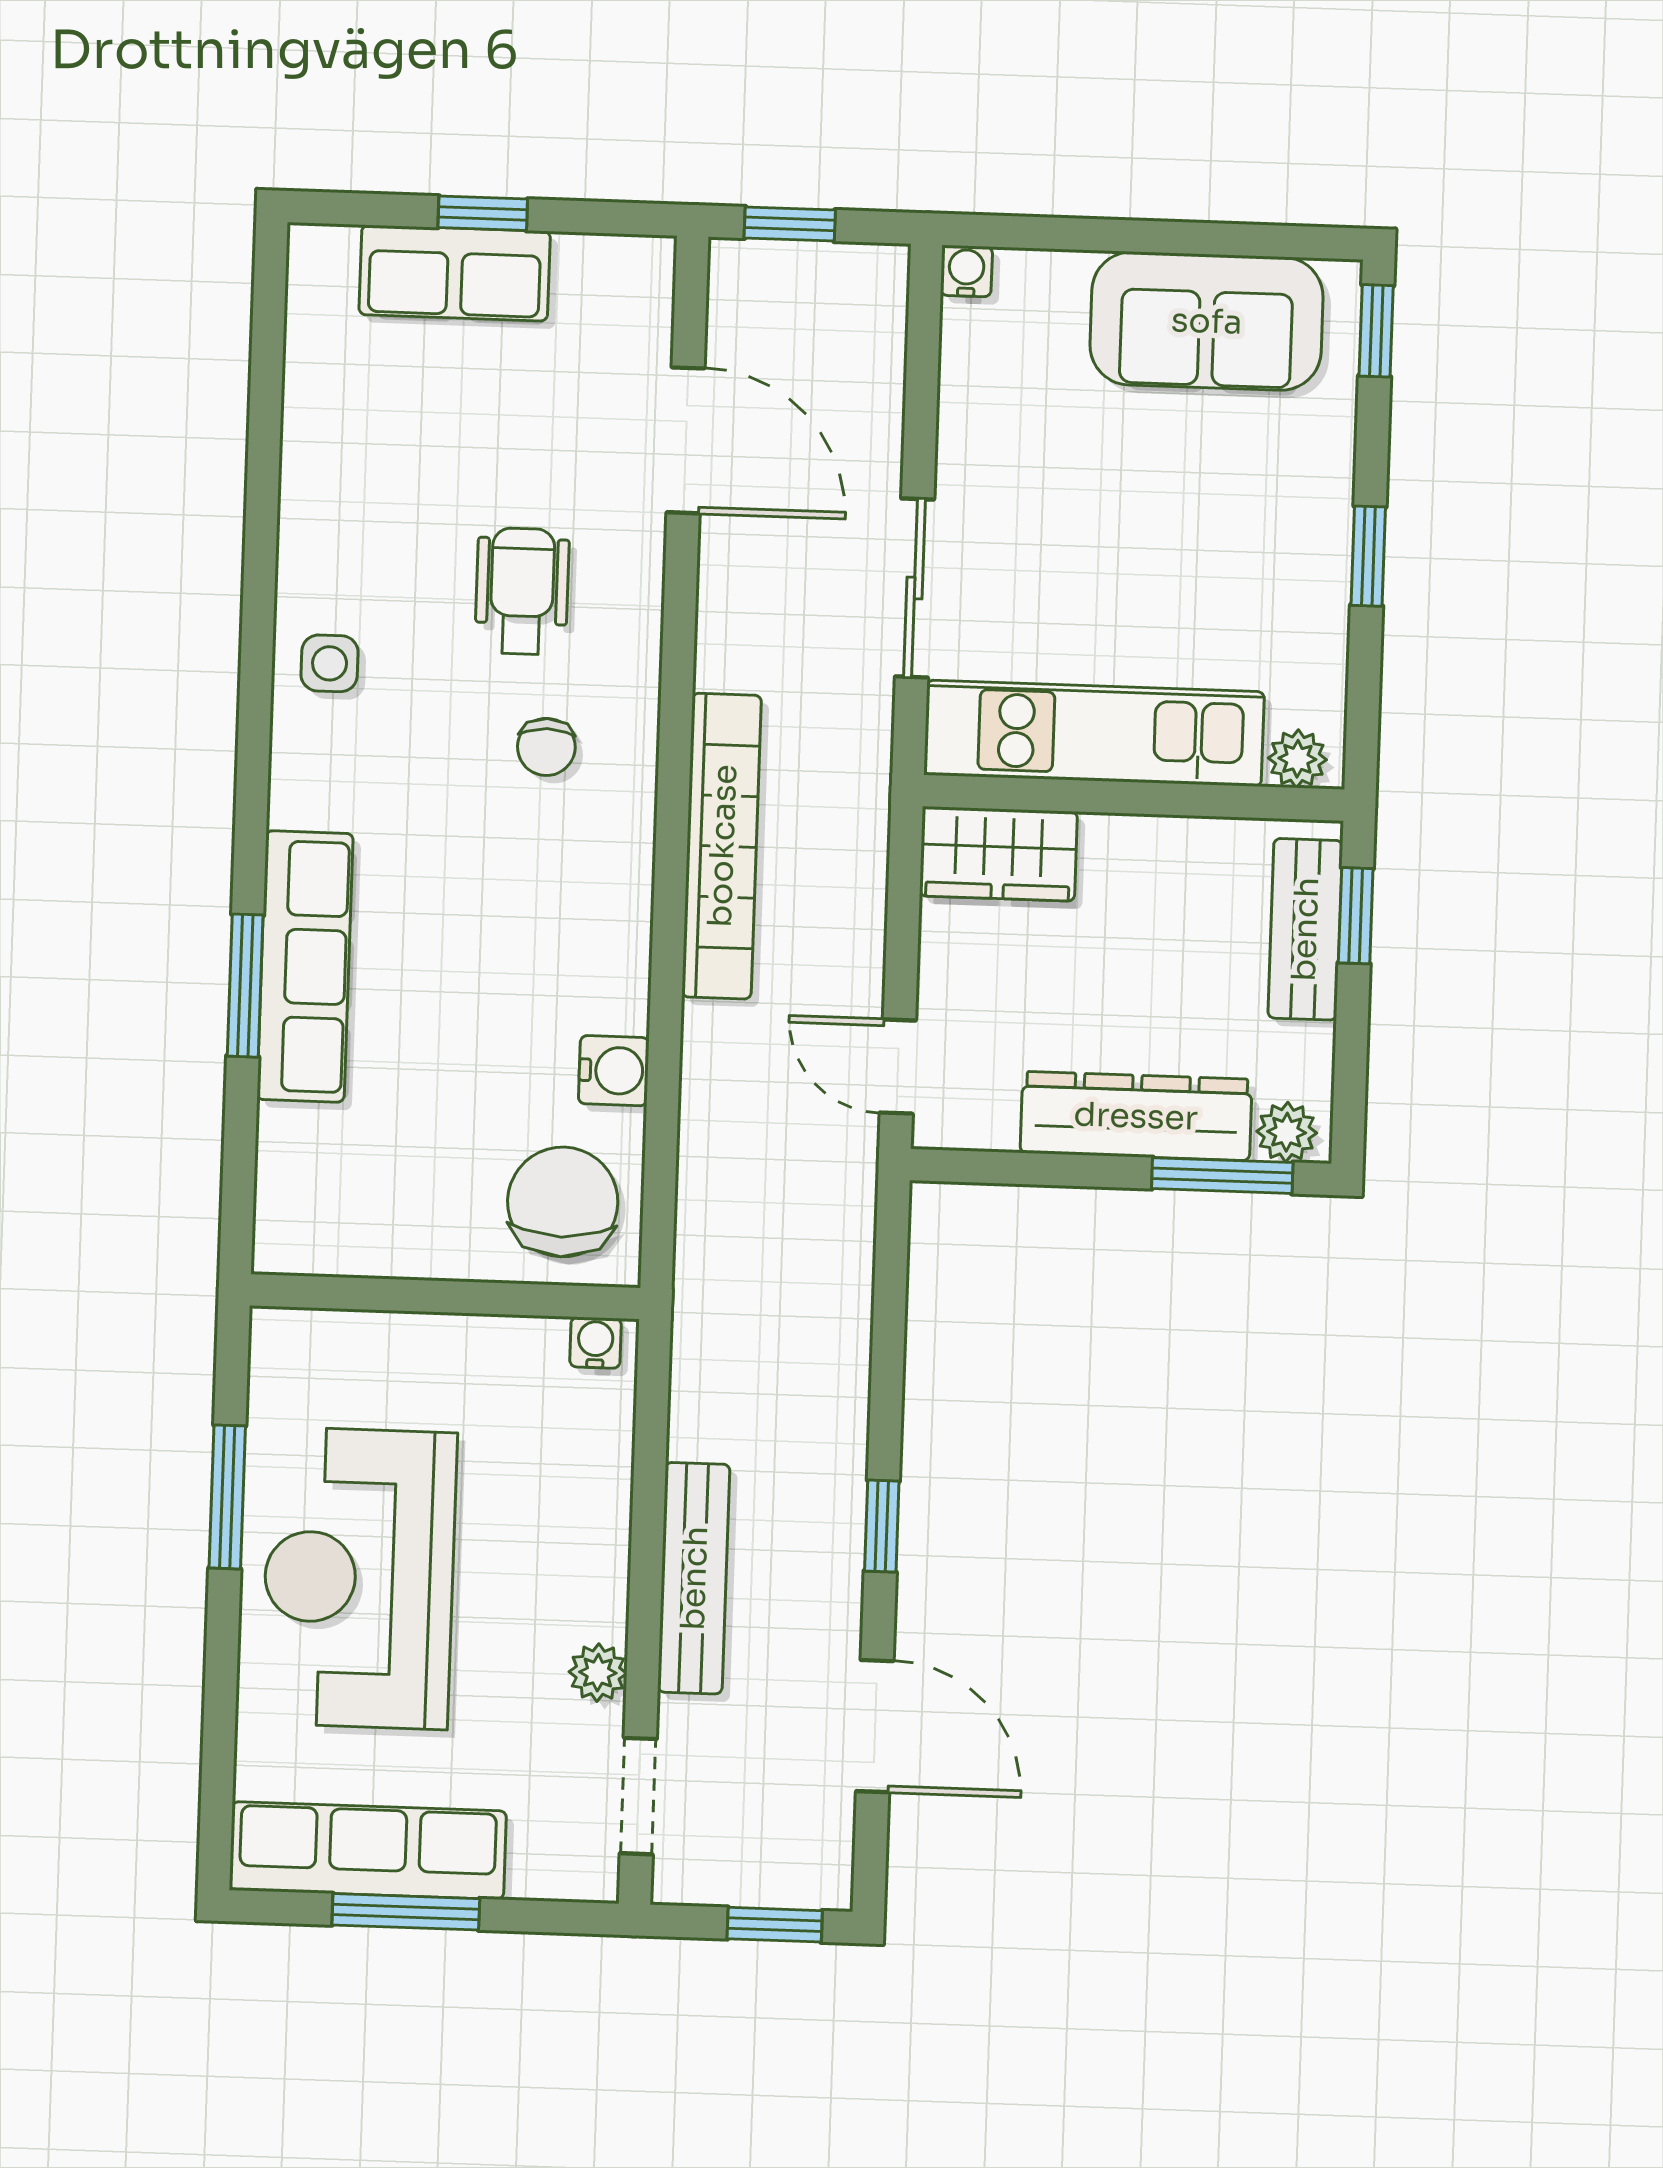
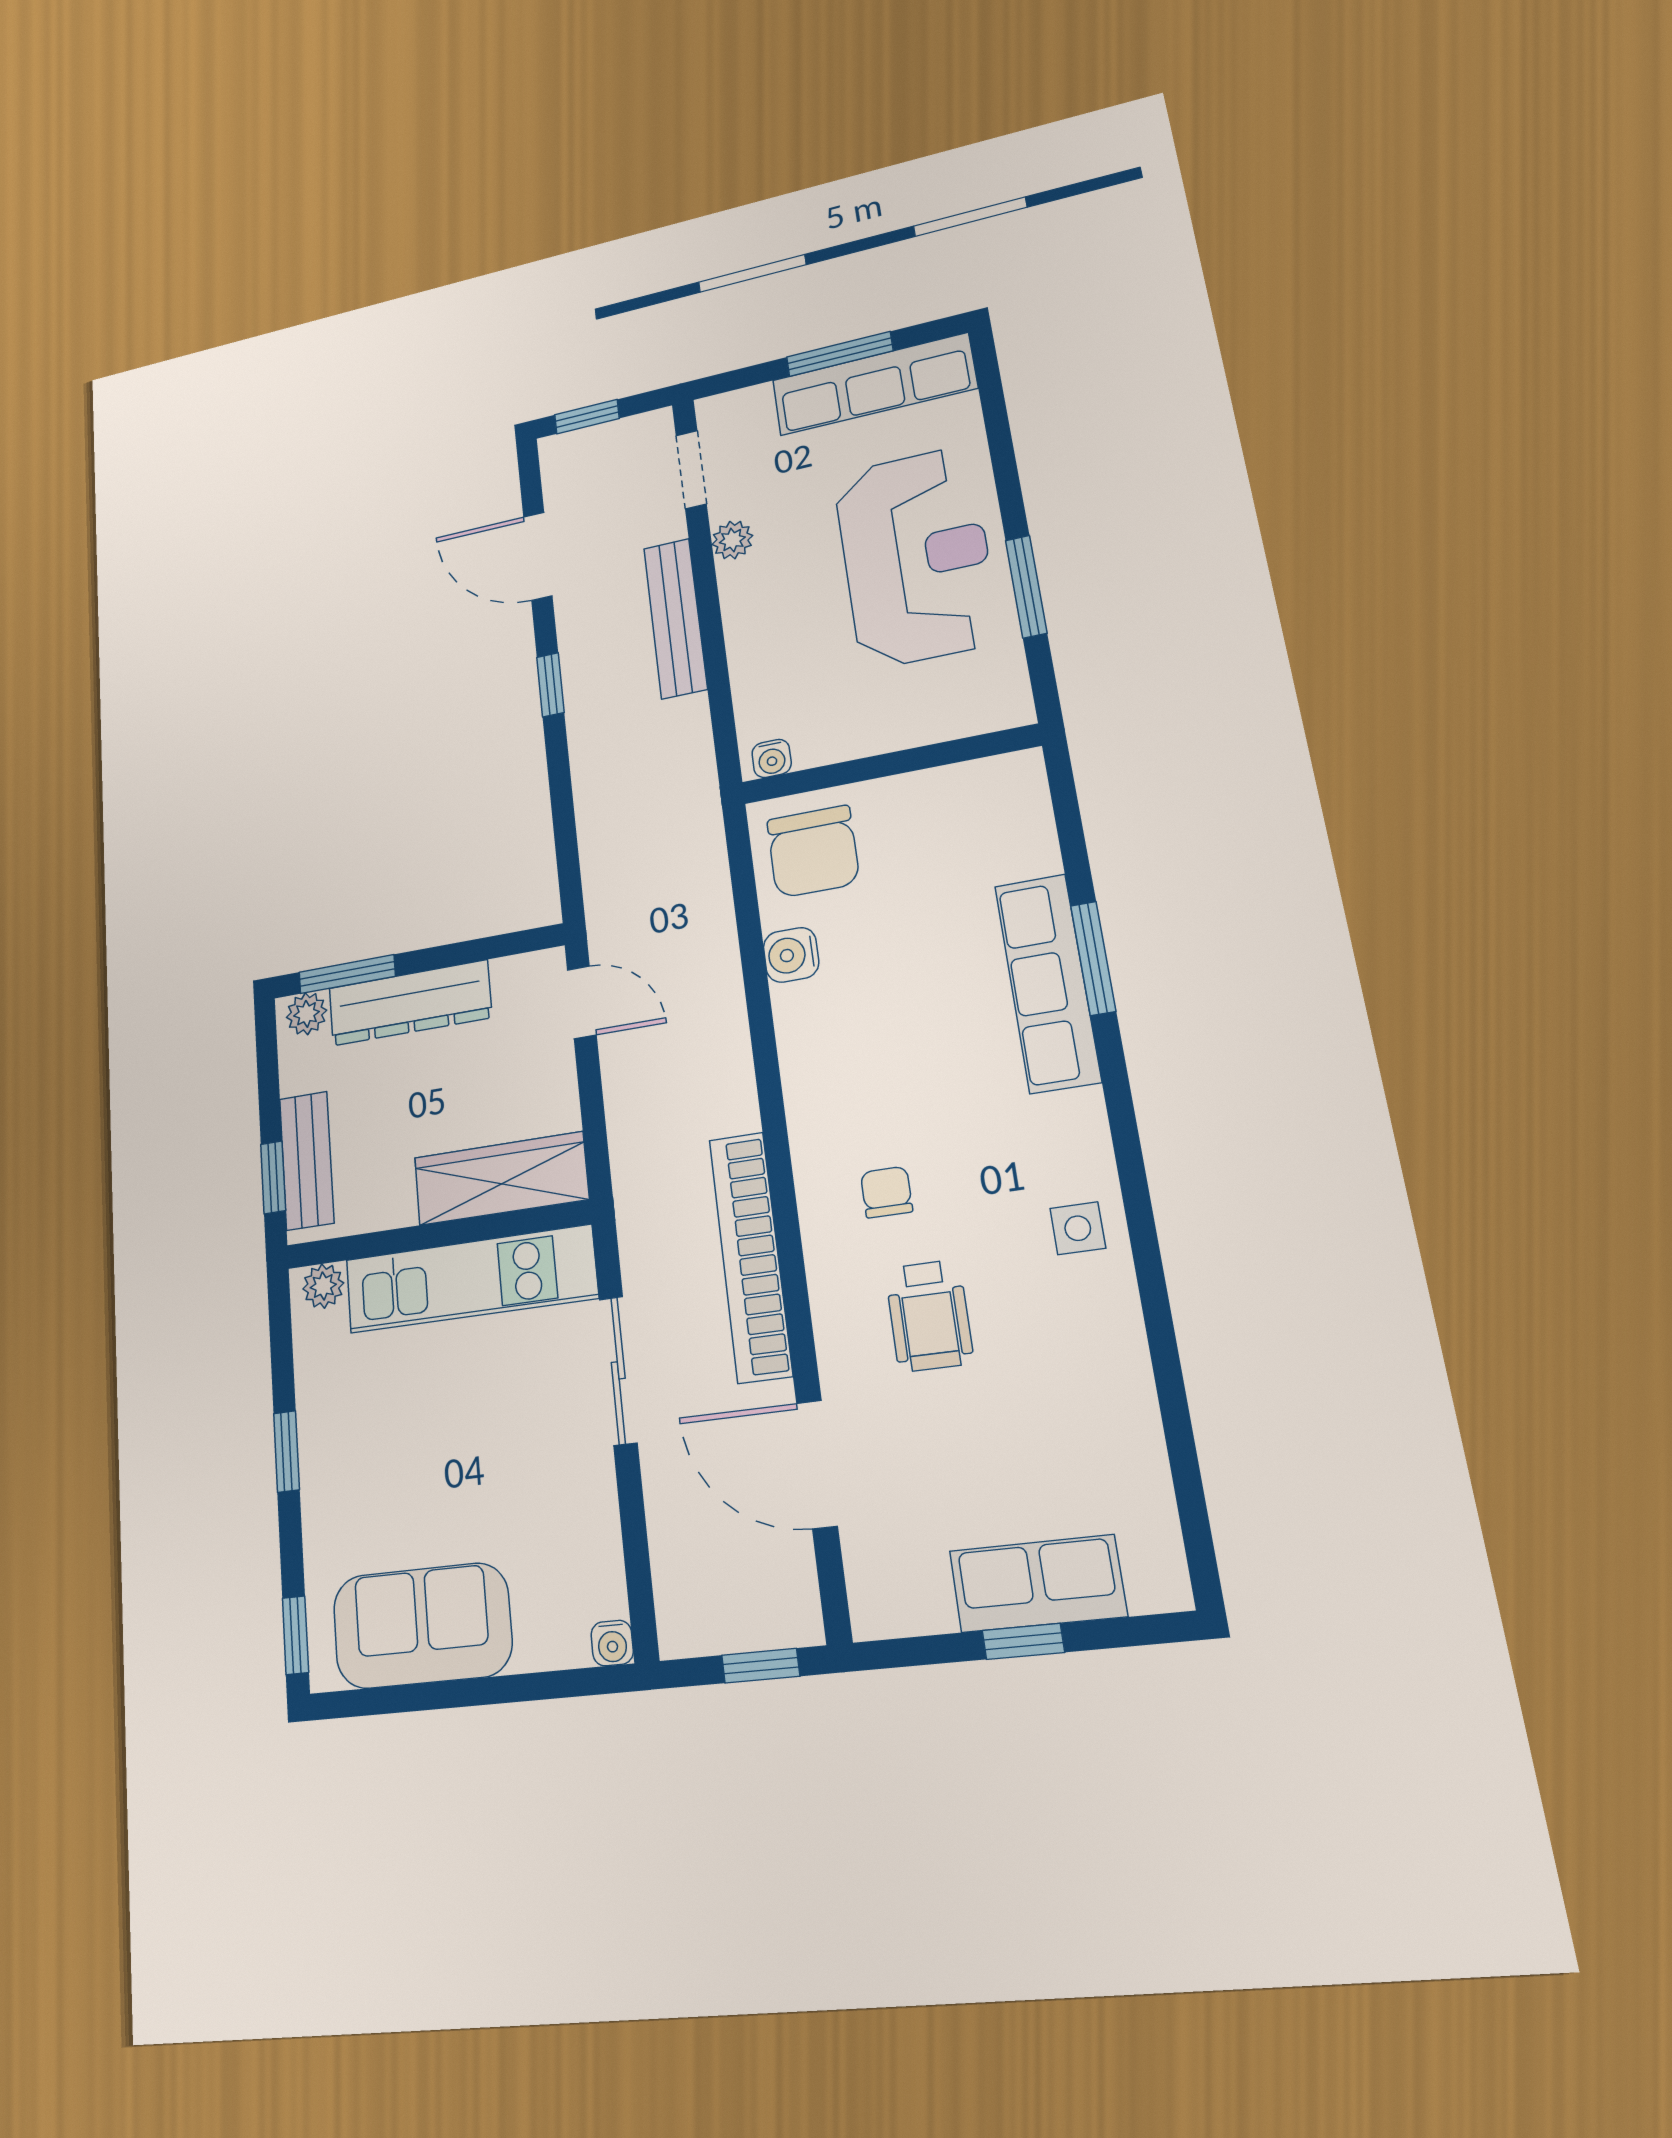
bookcase: (722, 846) -> (750, 1256), moved
wardrobe: (998, 854) -> (501, 1178), width x1.50

